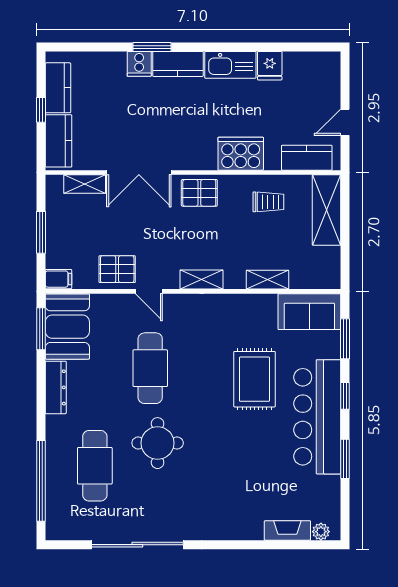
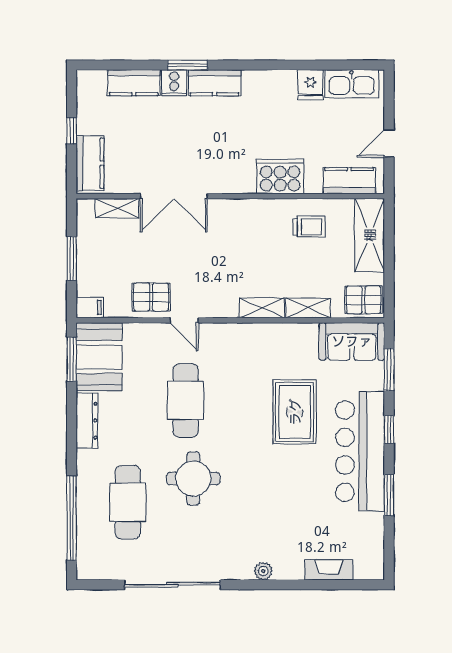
kitchen sink: (230, 65) -> (352, 84), moved
kitchen counter: (58, 88) -> (134, 83), moved, turned 90
pallet: (199, 193) -> (364, 300), moved
shelving: (202, 280) -> (262, 308), moved
plant: (321, 532) -> (263, 571), moved

